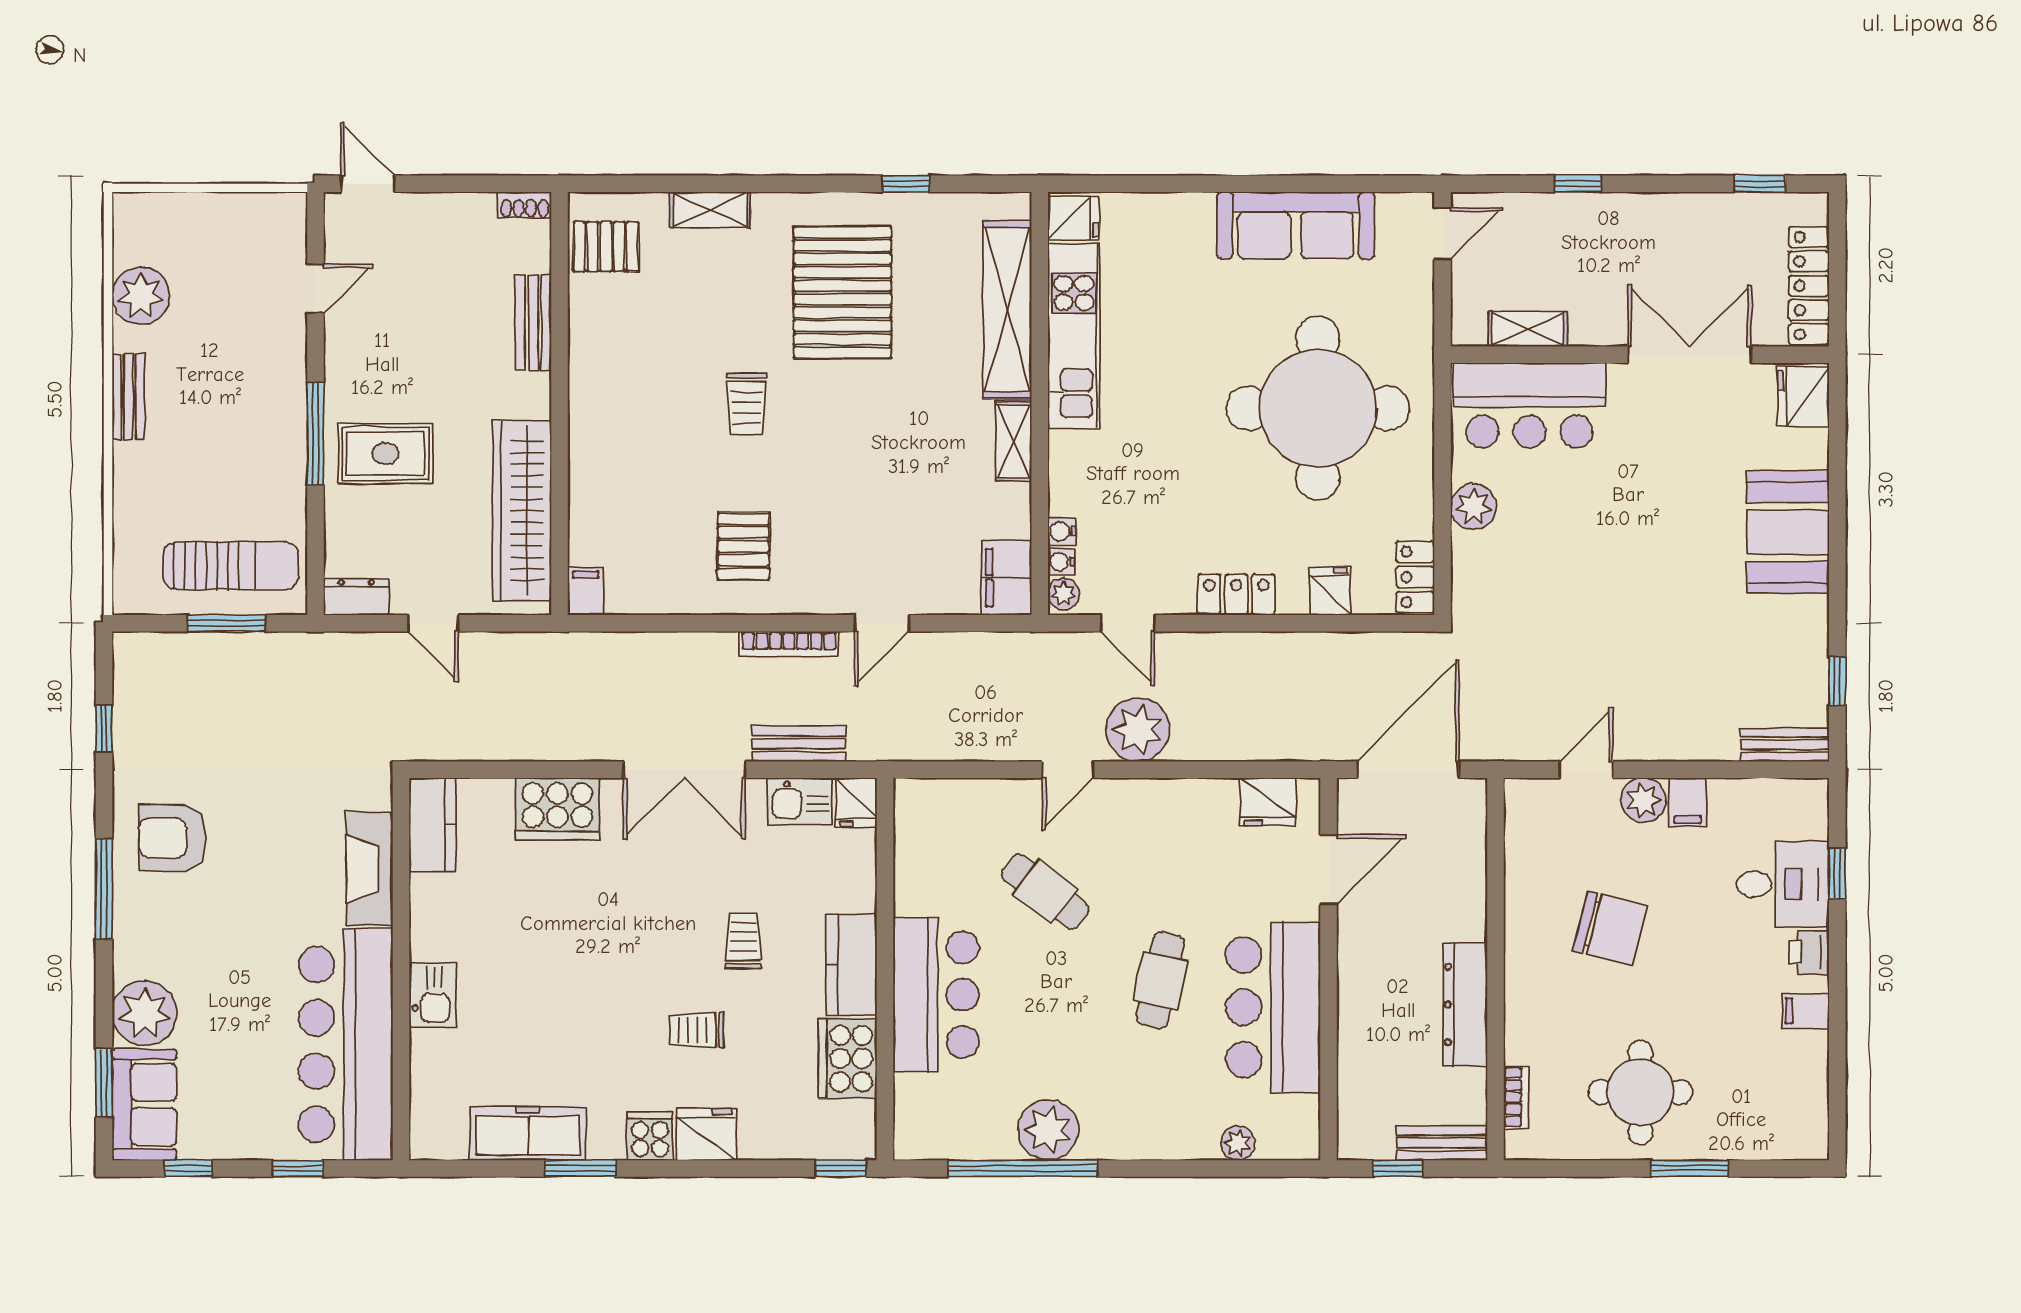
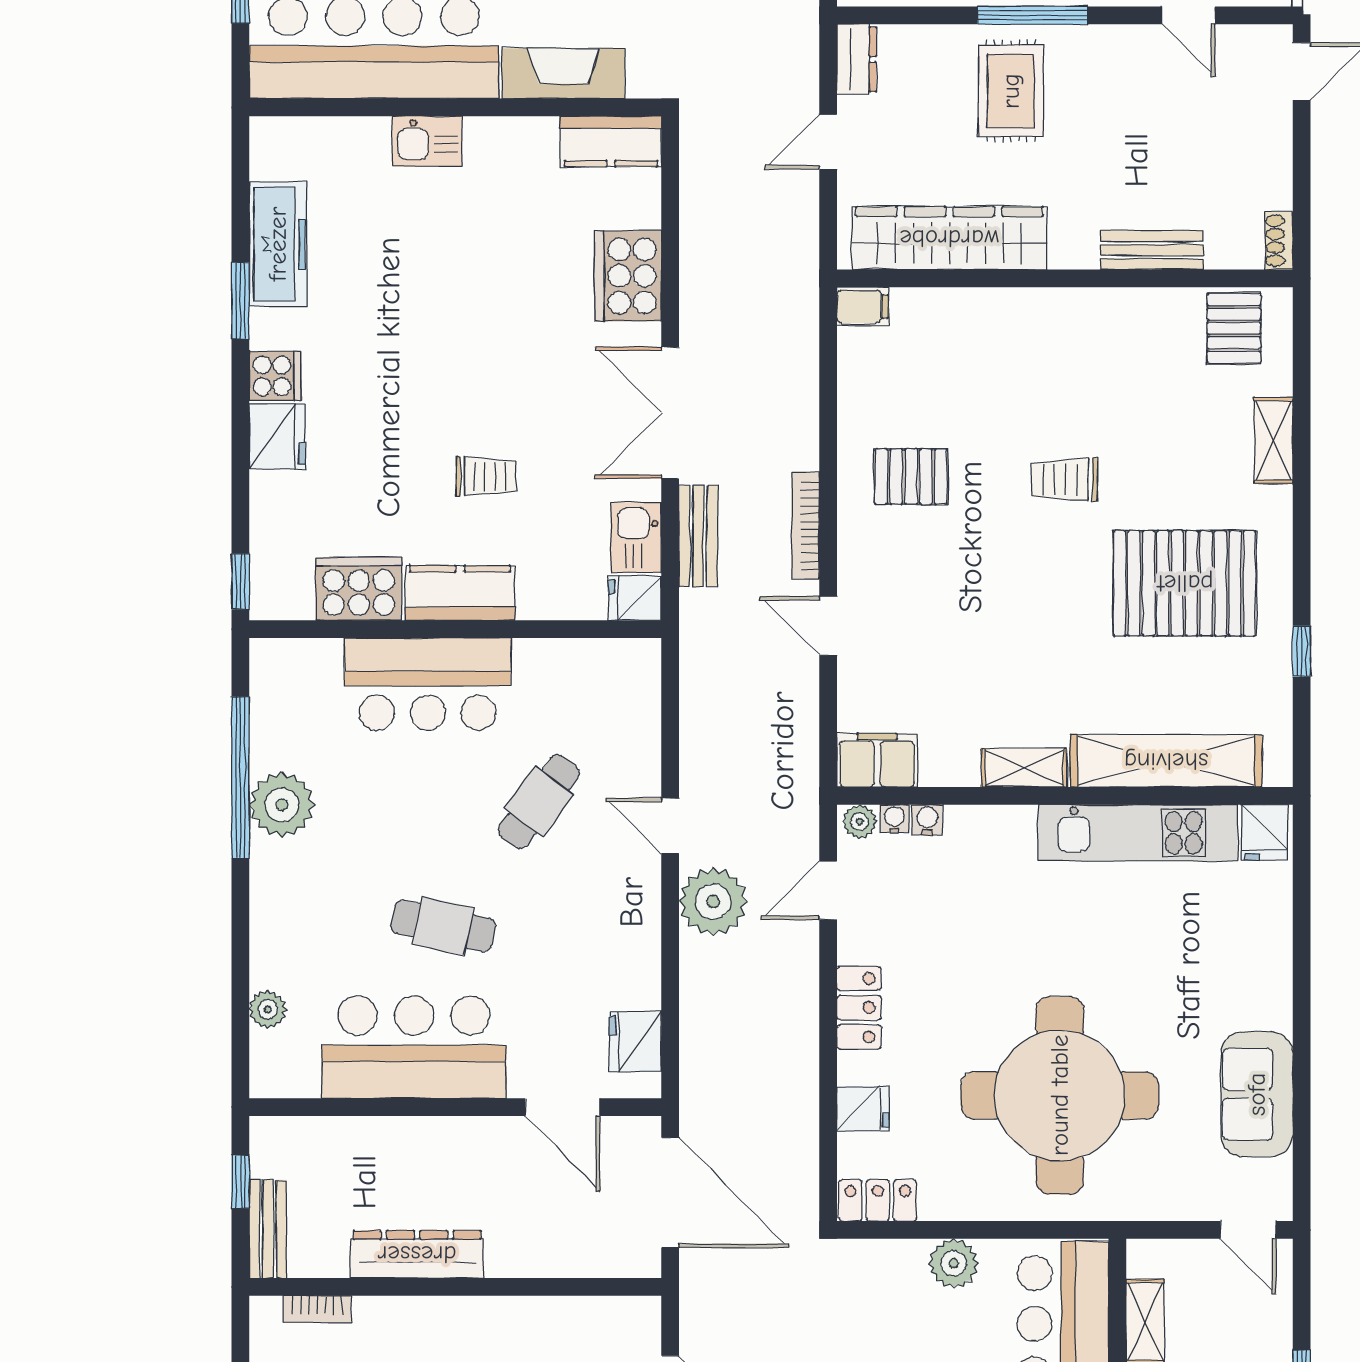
sofa: (1296, 225) -> (1257, 1094), width x0.73
trolley: (696, 1030) -> (390, 426), removed

